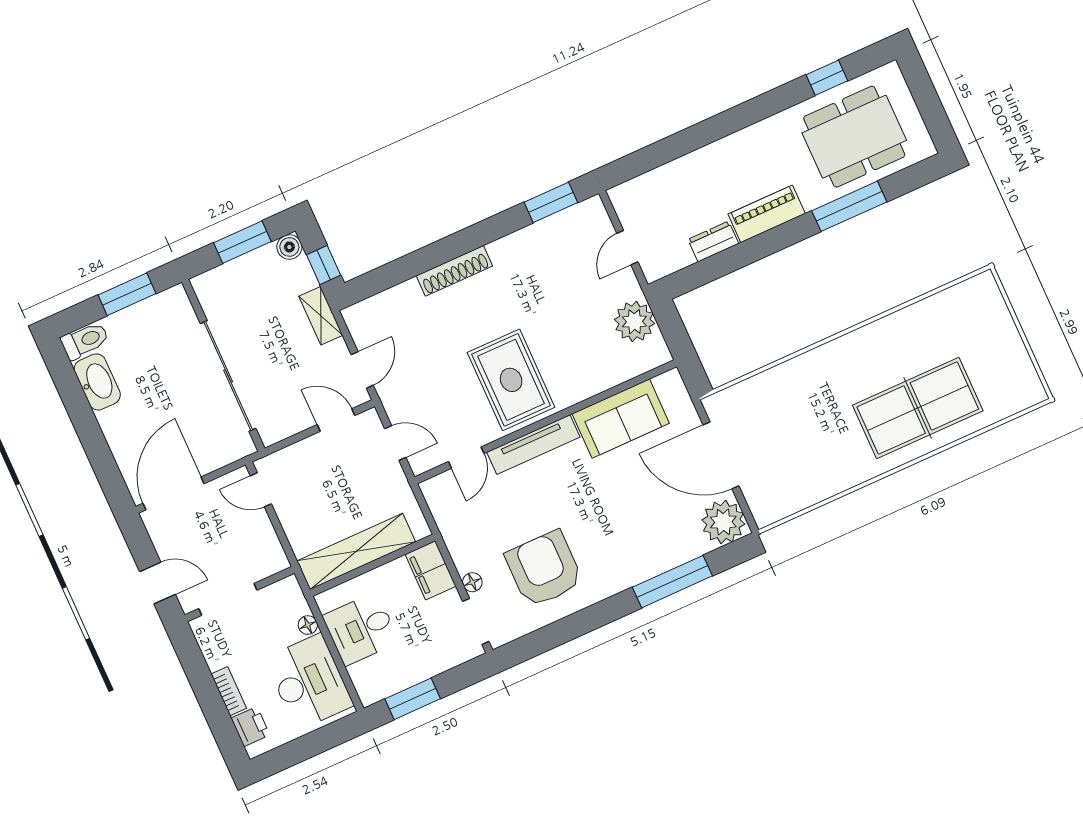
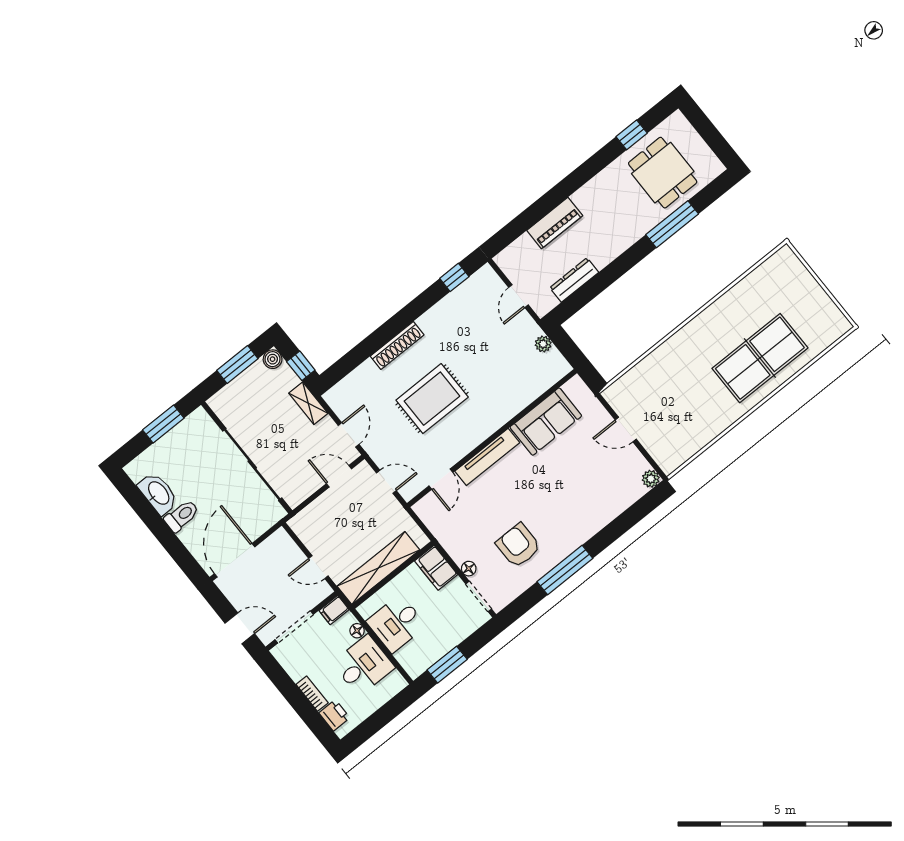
dining table: (854, 137) -> (663, 173), width x0.73
window: (551, 202) -> (454, 277), width x0.67
piano: (767, 214) -> (555, 223), moved, turned 180
dresser: (713, 241) -> (574, 280), width x1.44
plant: (634, 322) -> (543, 344), width x0.53, depth x0.53
toilet: (85, 341) -> (182, 516), moved
rug: (511, 380) -> (432, 399), moved, turned 90
door: (721, 455) -> (626, 430), width x0.53
door: (261, 490) -> (318, 567), moved
plant: (723, 522) -> (651, 479), width x0.53, depth x0.53
armchair: (544, 569) -> (518, 545), width x0.73, depth x0.73
window: (672, 582) -> (565, 570), moved
filing cabinet: (285, 591) -> (334, 610), added
desk: (309, 682) -> (363, 665), width x0.73

